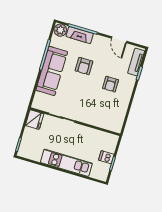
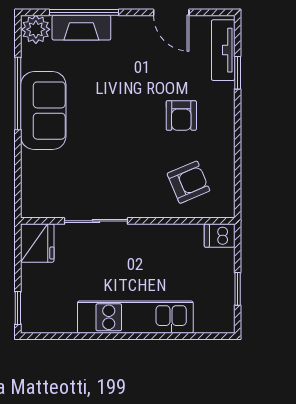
armchair: (84, 66) -> (188, 182), moved, turned -113
sofa: (52, 71) -> (43, 111), width x0.73
dishwasher: (106, 157) -> (220, 236), moved

